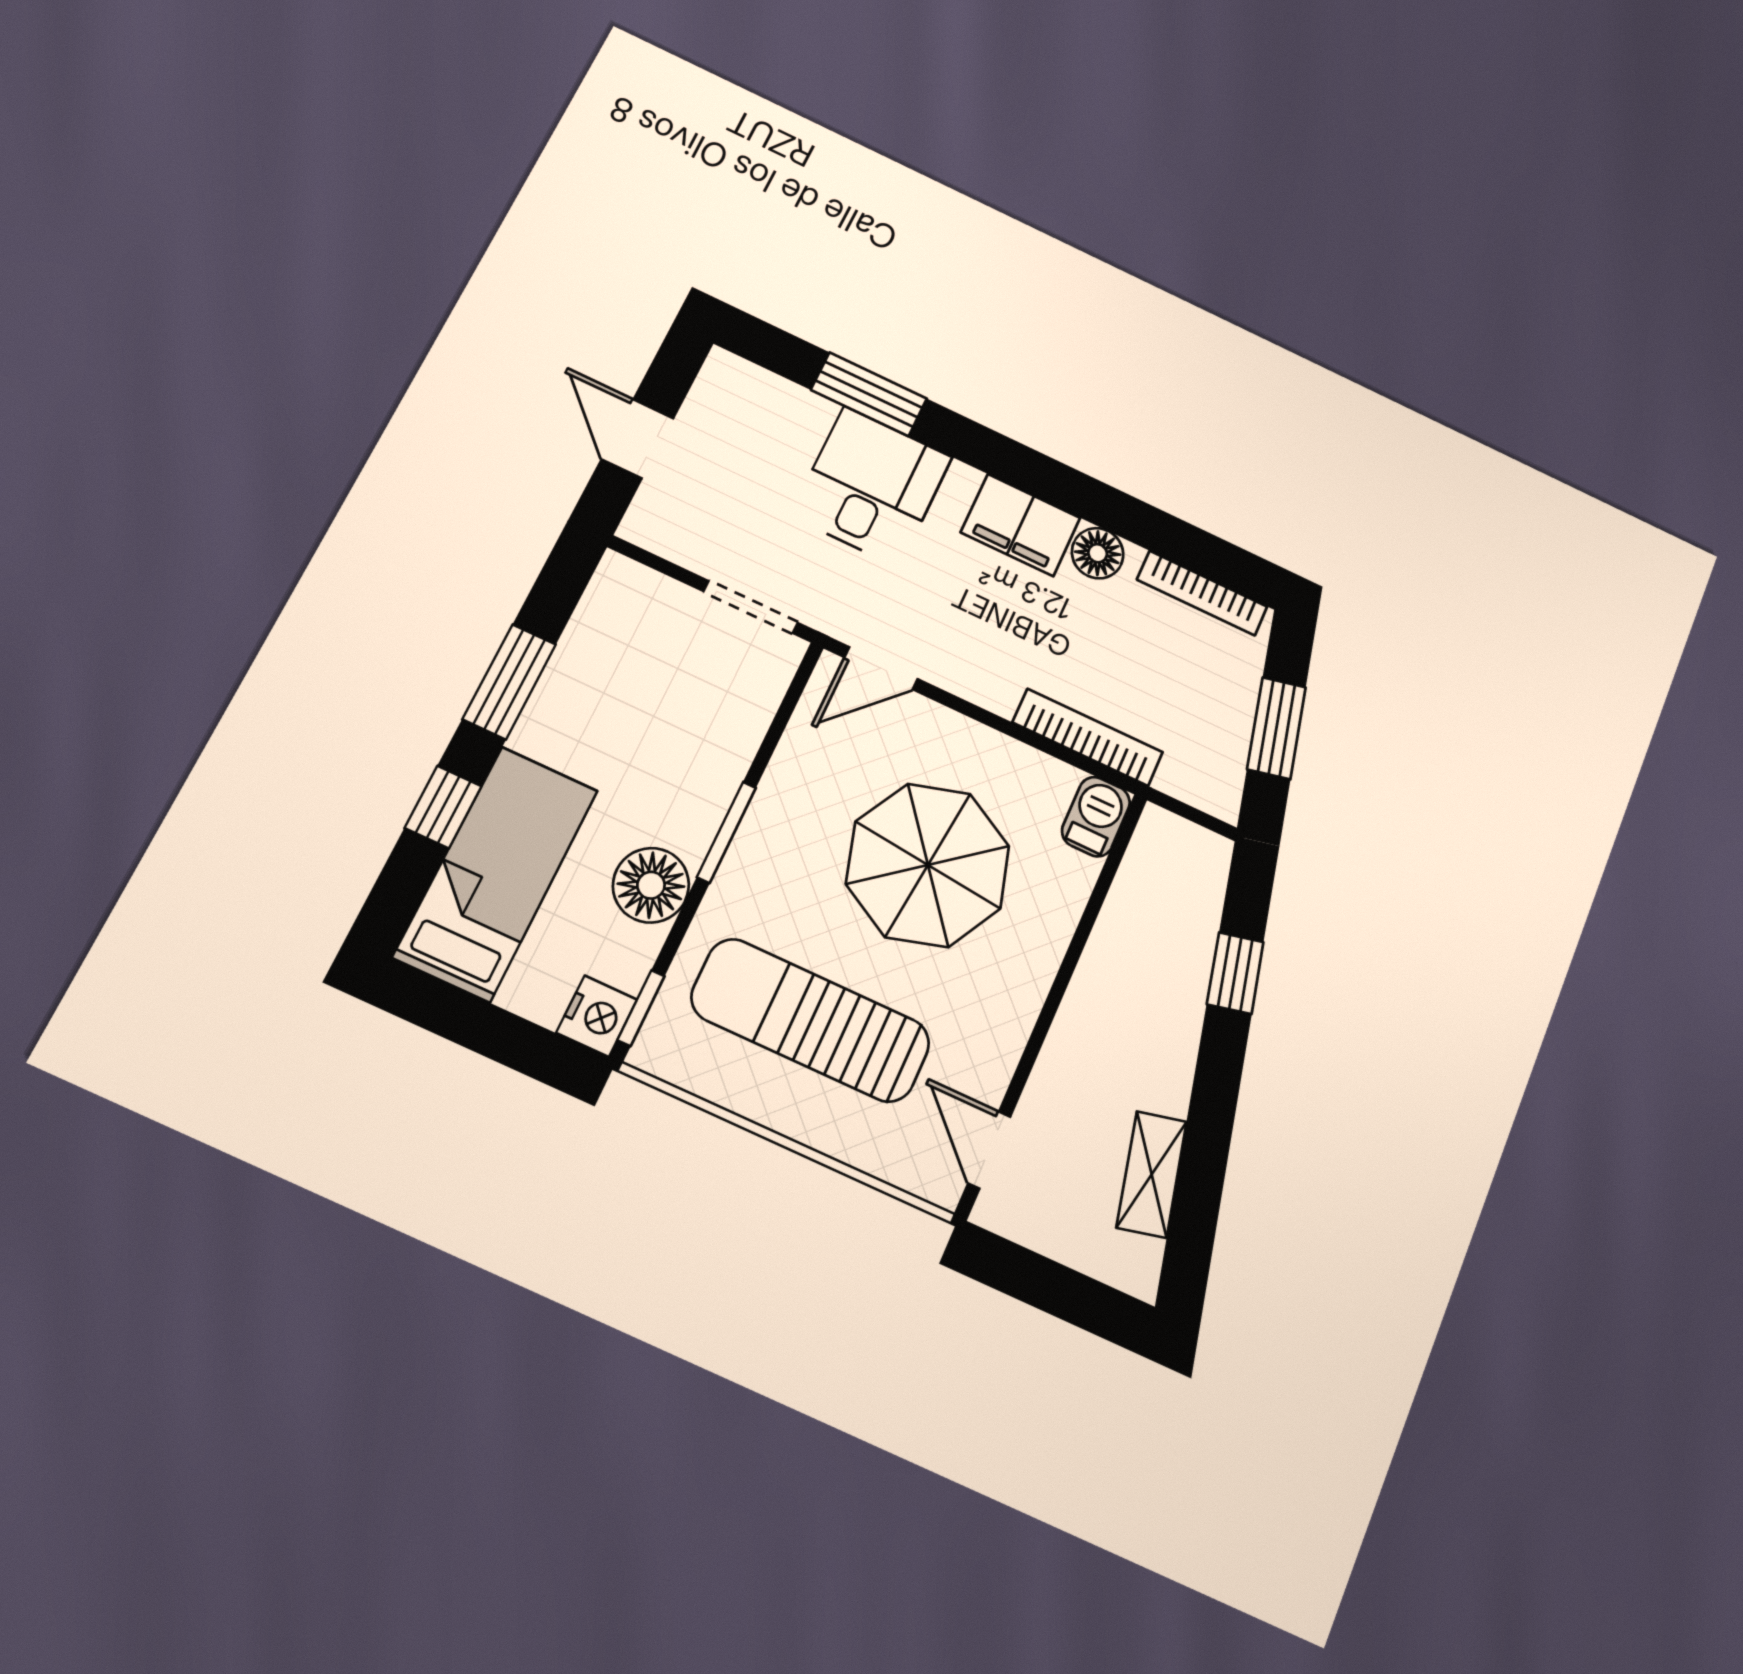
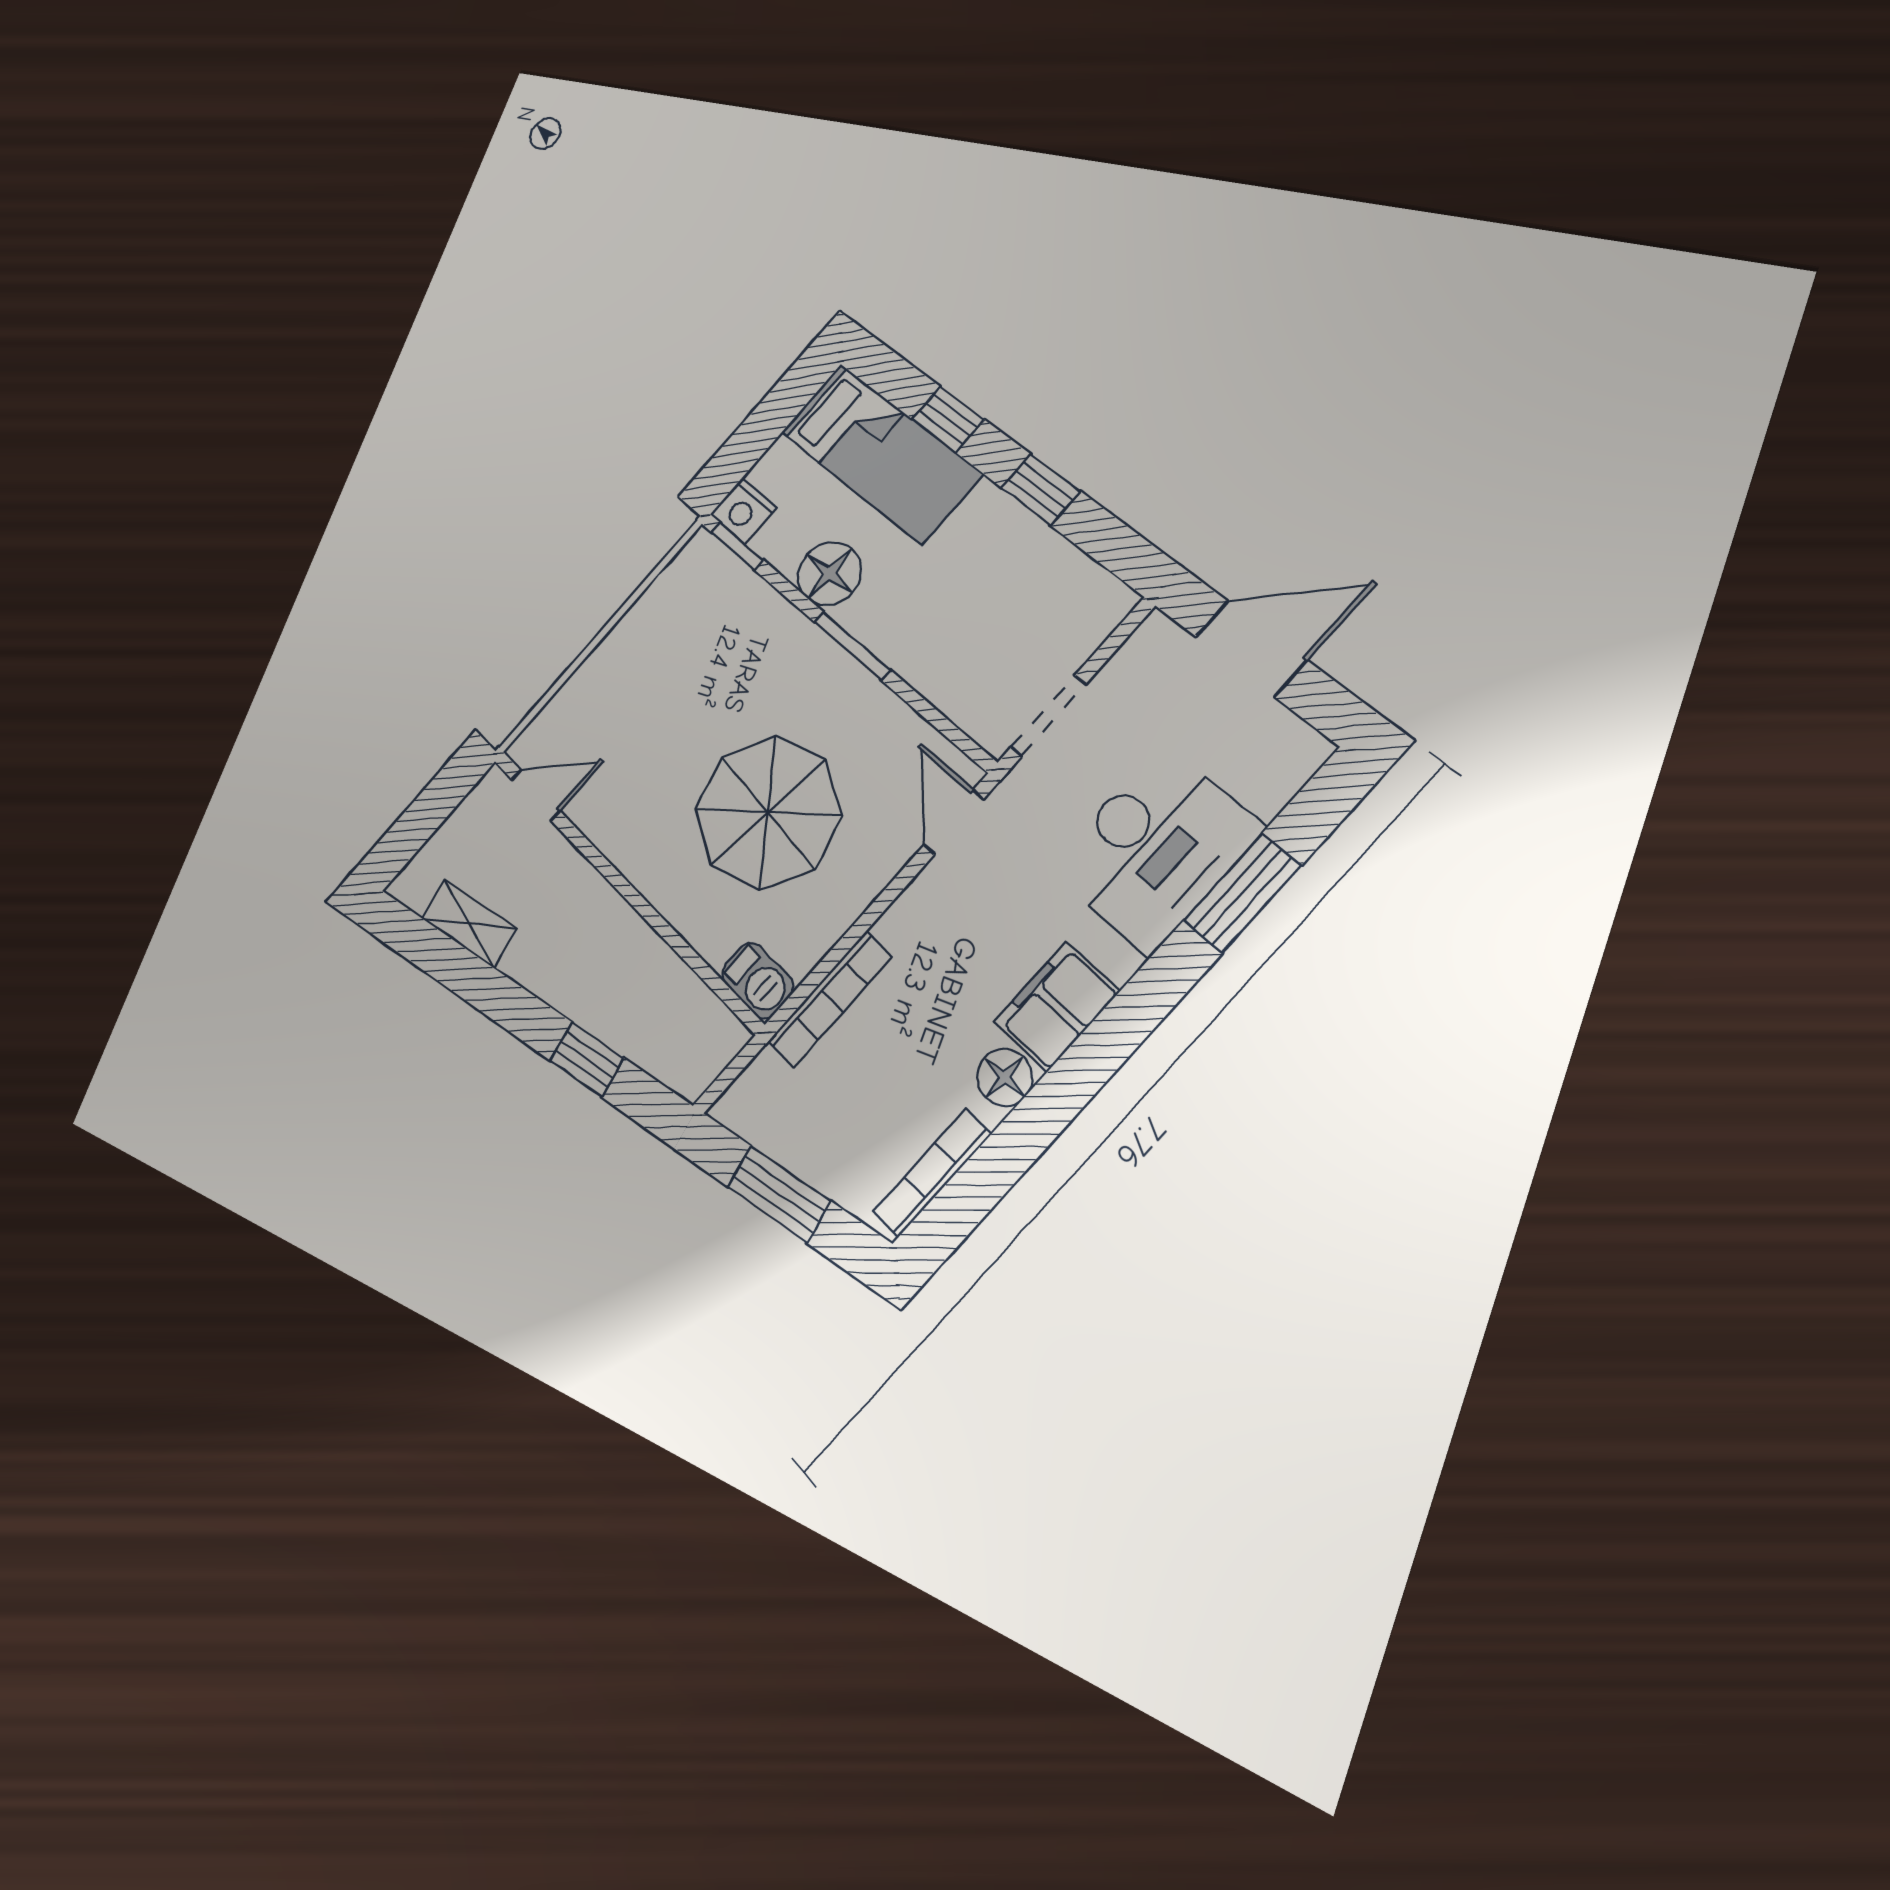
door: (638, 439) -> (1251, 648), width x1.38
desk: (871, 486) -> (1155, 848), width x1.37
window: (509, 682) -> (1041, 489), width x0.67
sun lounger: (811, 1020) -> (681, 678), removed

